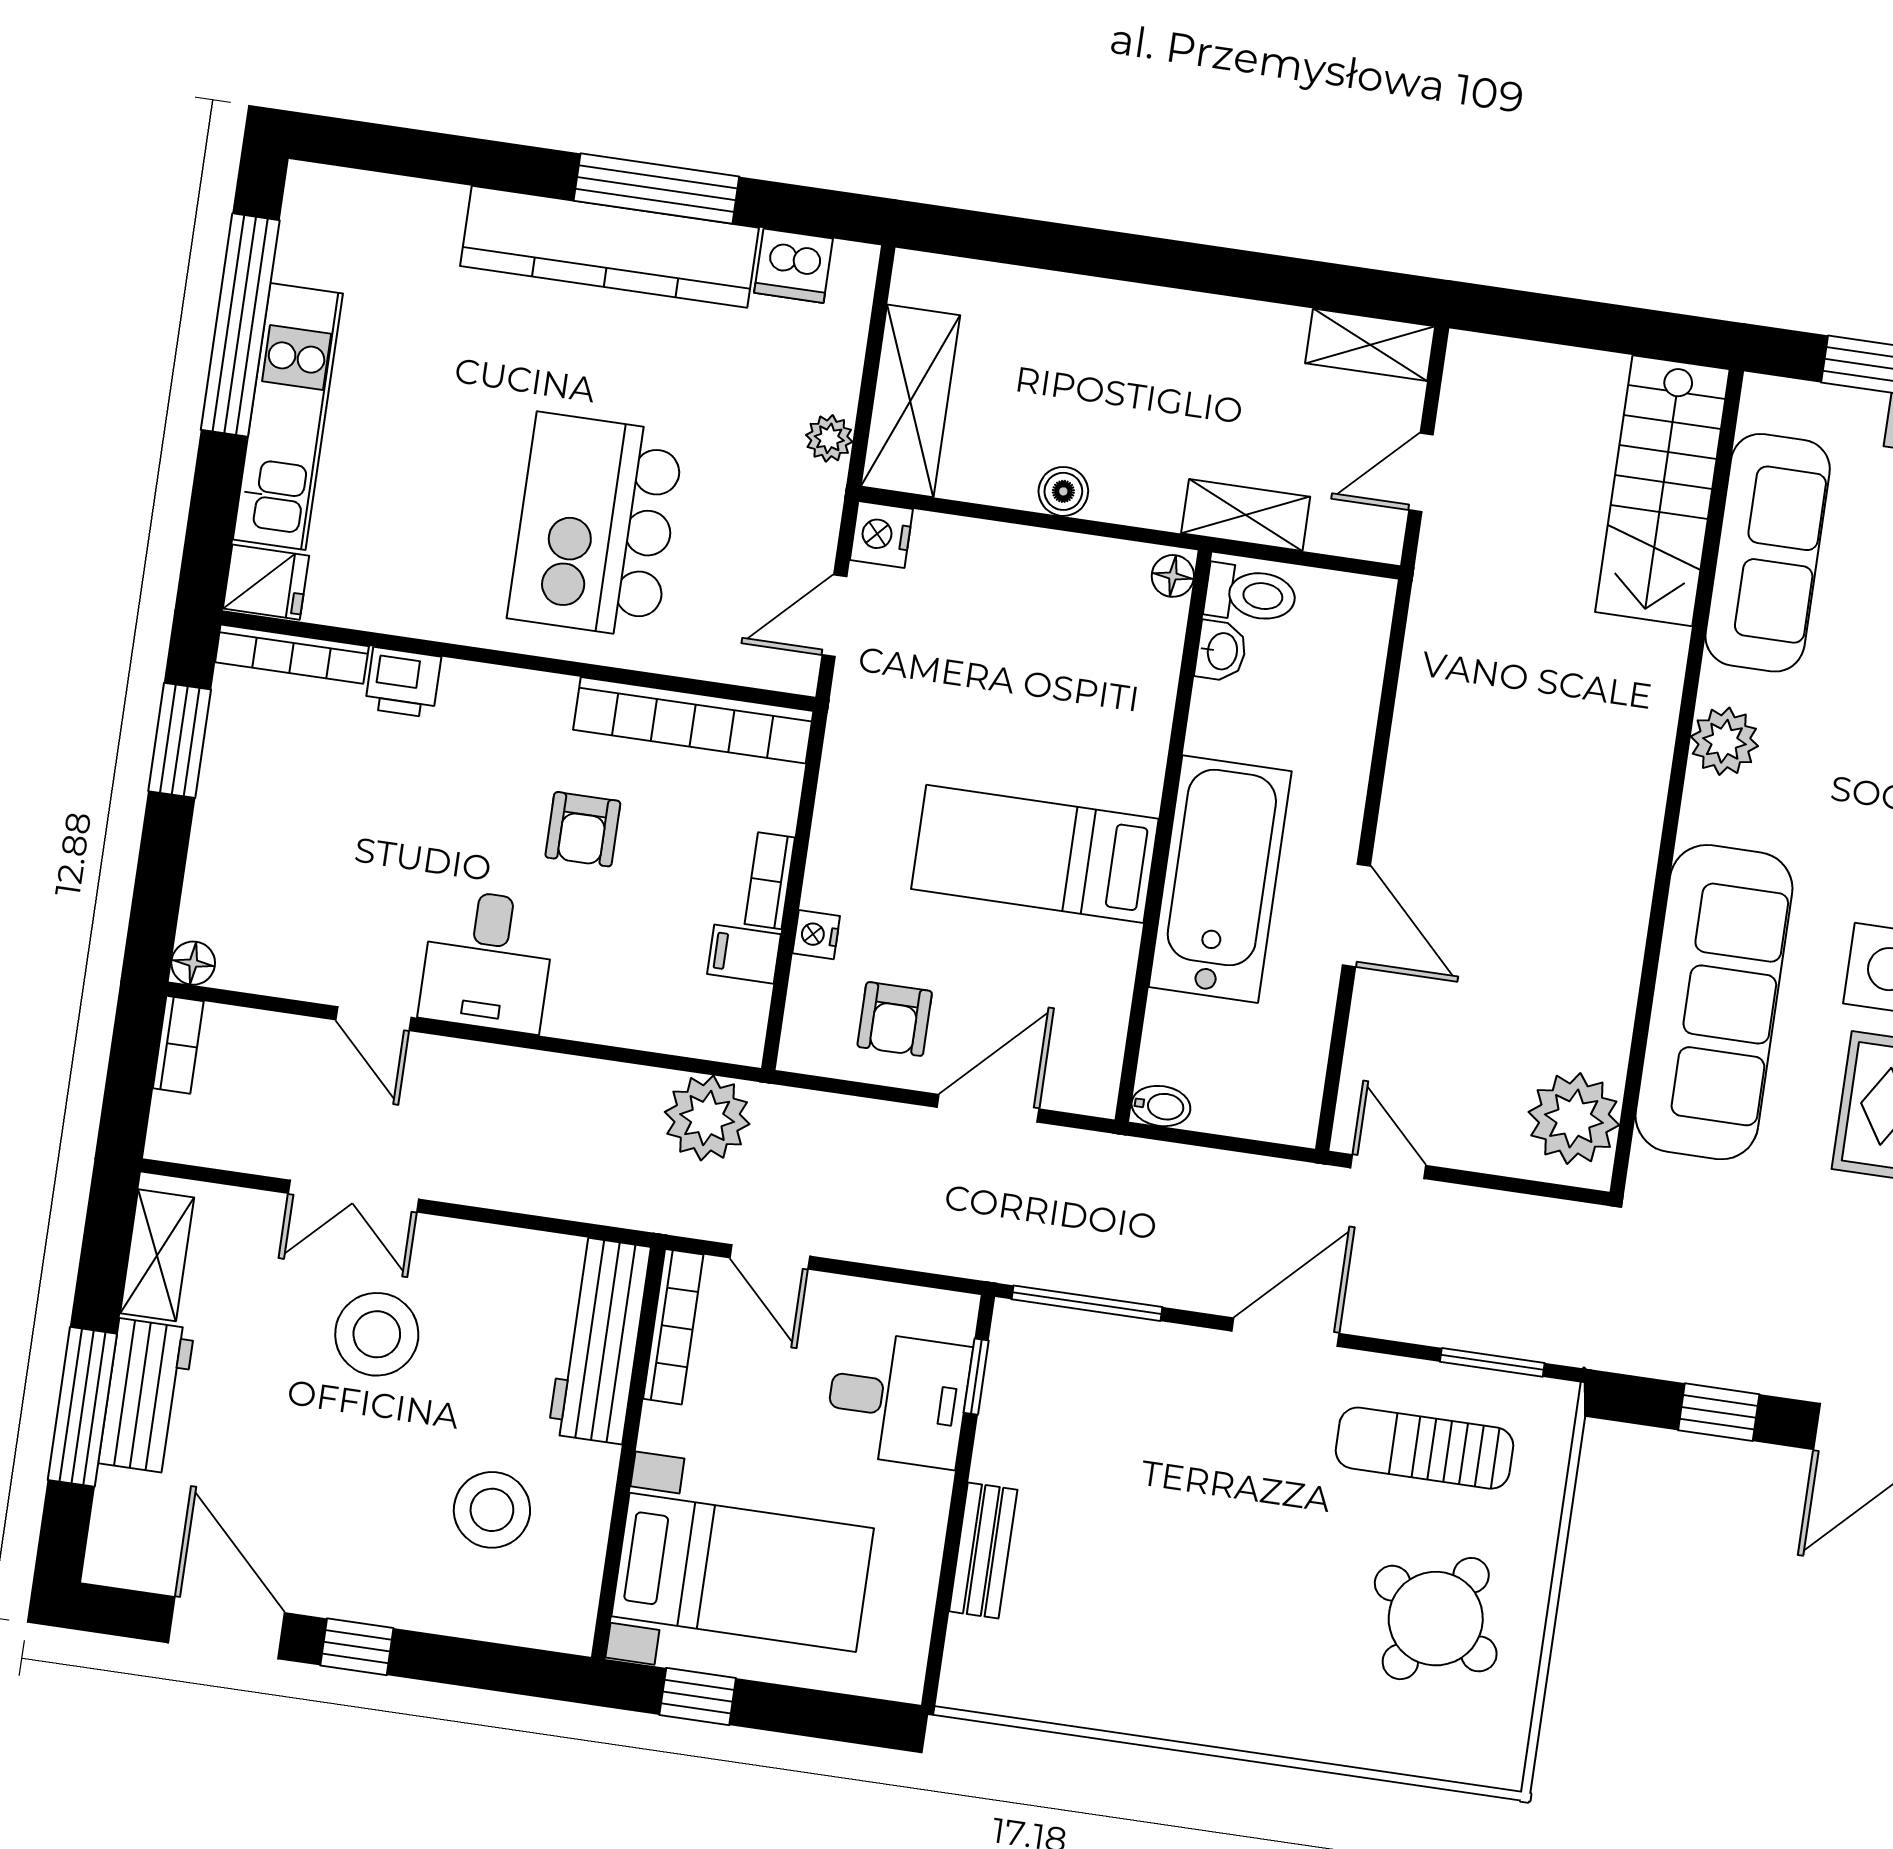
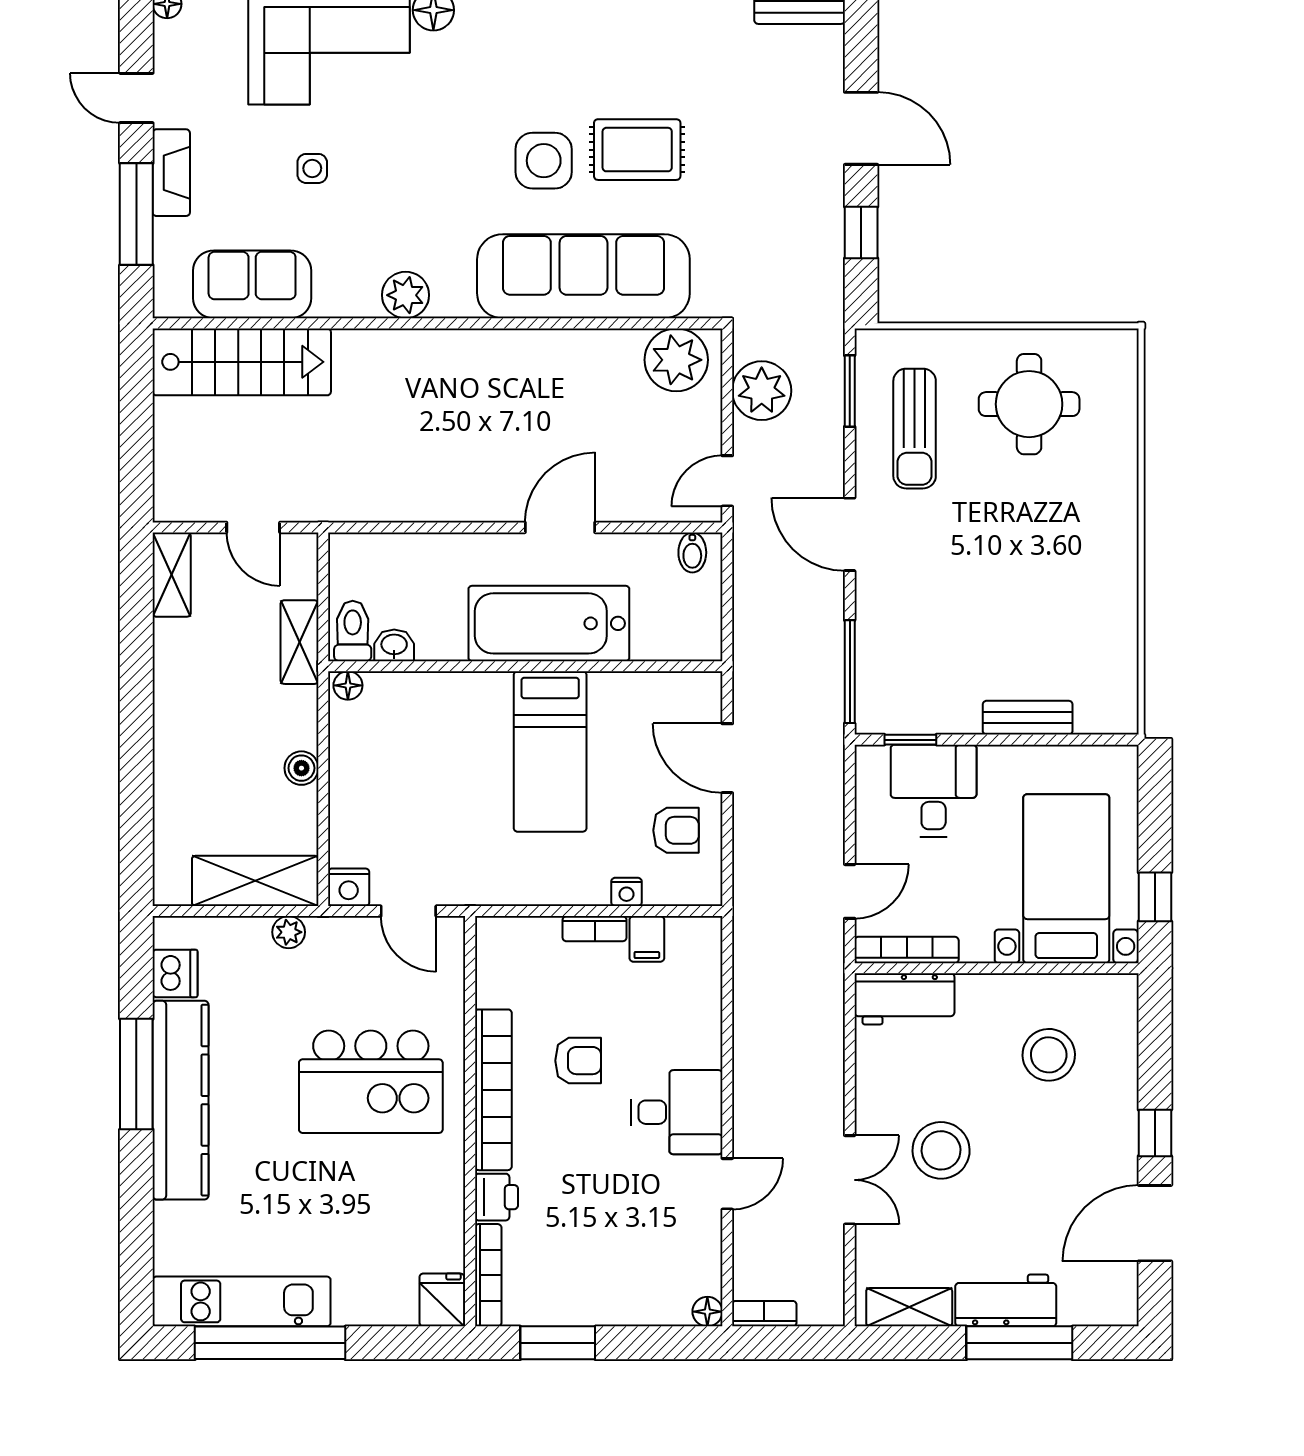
kitchen unit: (288, 417) -> (242, 1301), moved
sofa: (1768, 553) -> (252, 284), width x0.73
bookcase: (693, 720) -> (493, 1090), moved
bidet: (1161, 1106) -> (692, 553), moved, turned 180
plant: (707, 1118) -> (762, 391), moved
workbench: (599, 1340) -> (904, 999), width x0.73
round table: (1436, 1619) -> (1029, 404), turned -31

